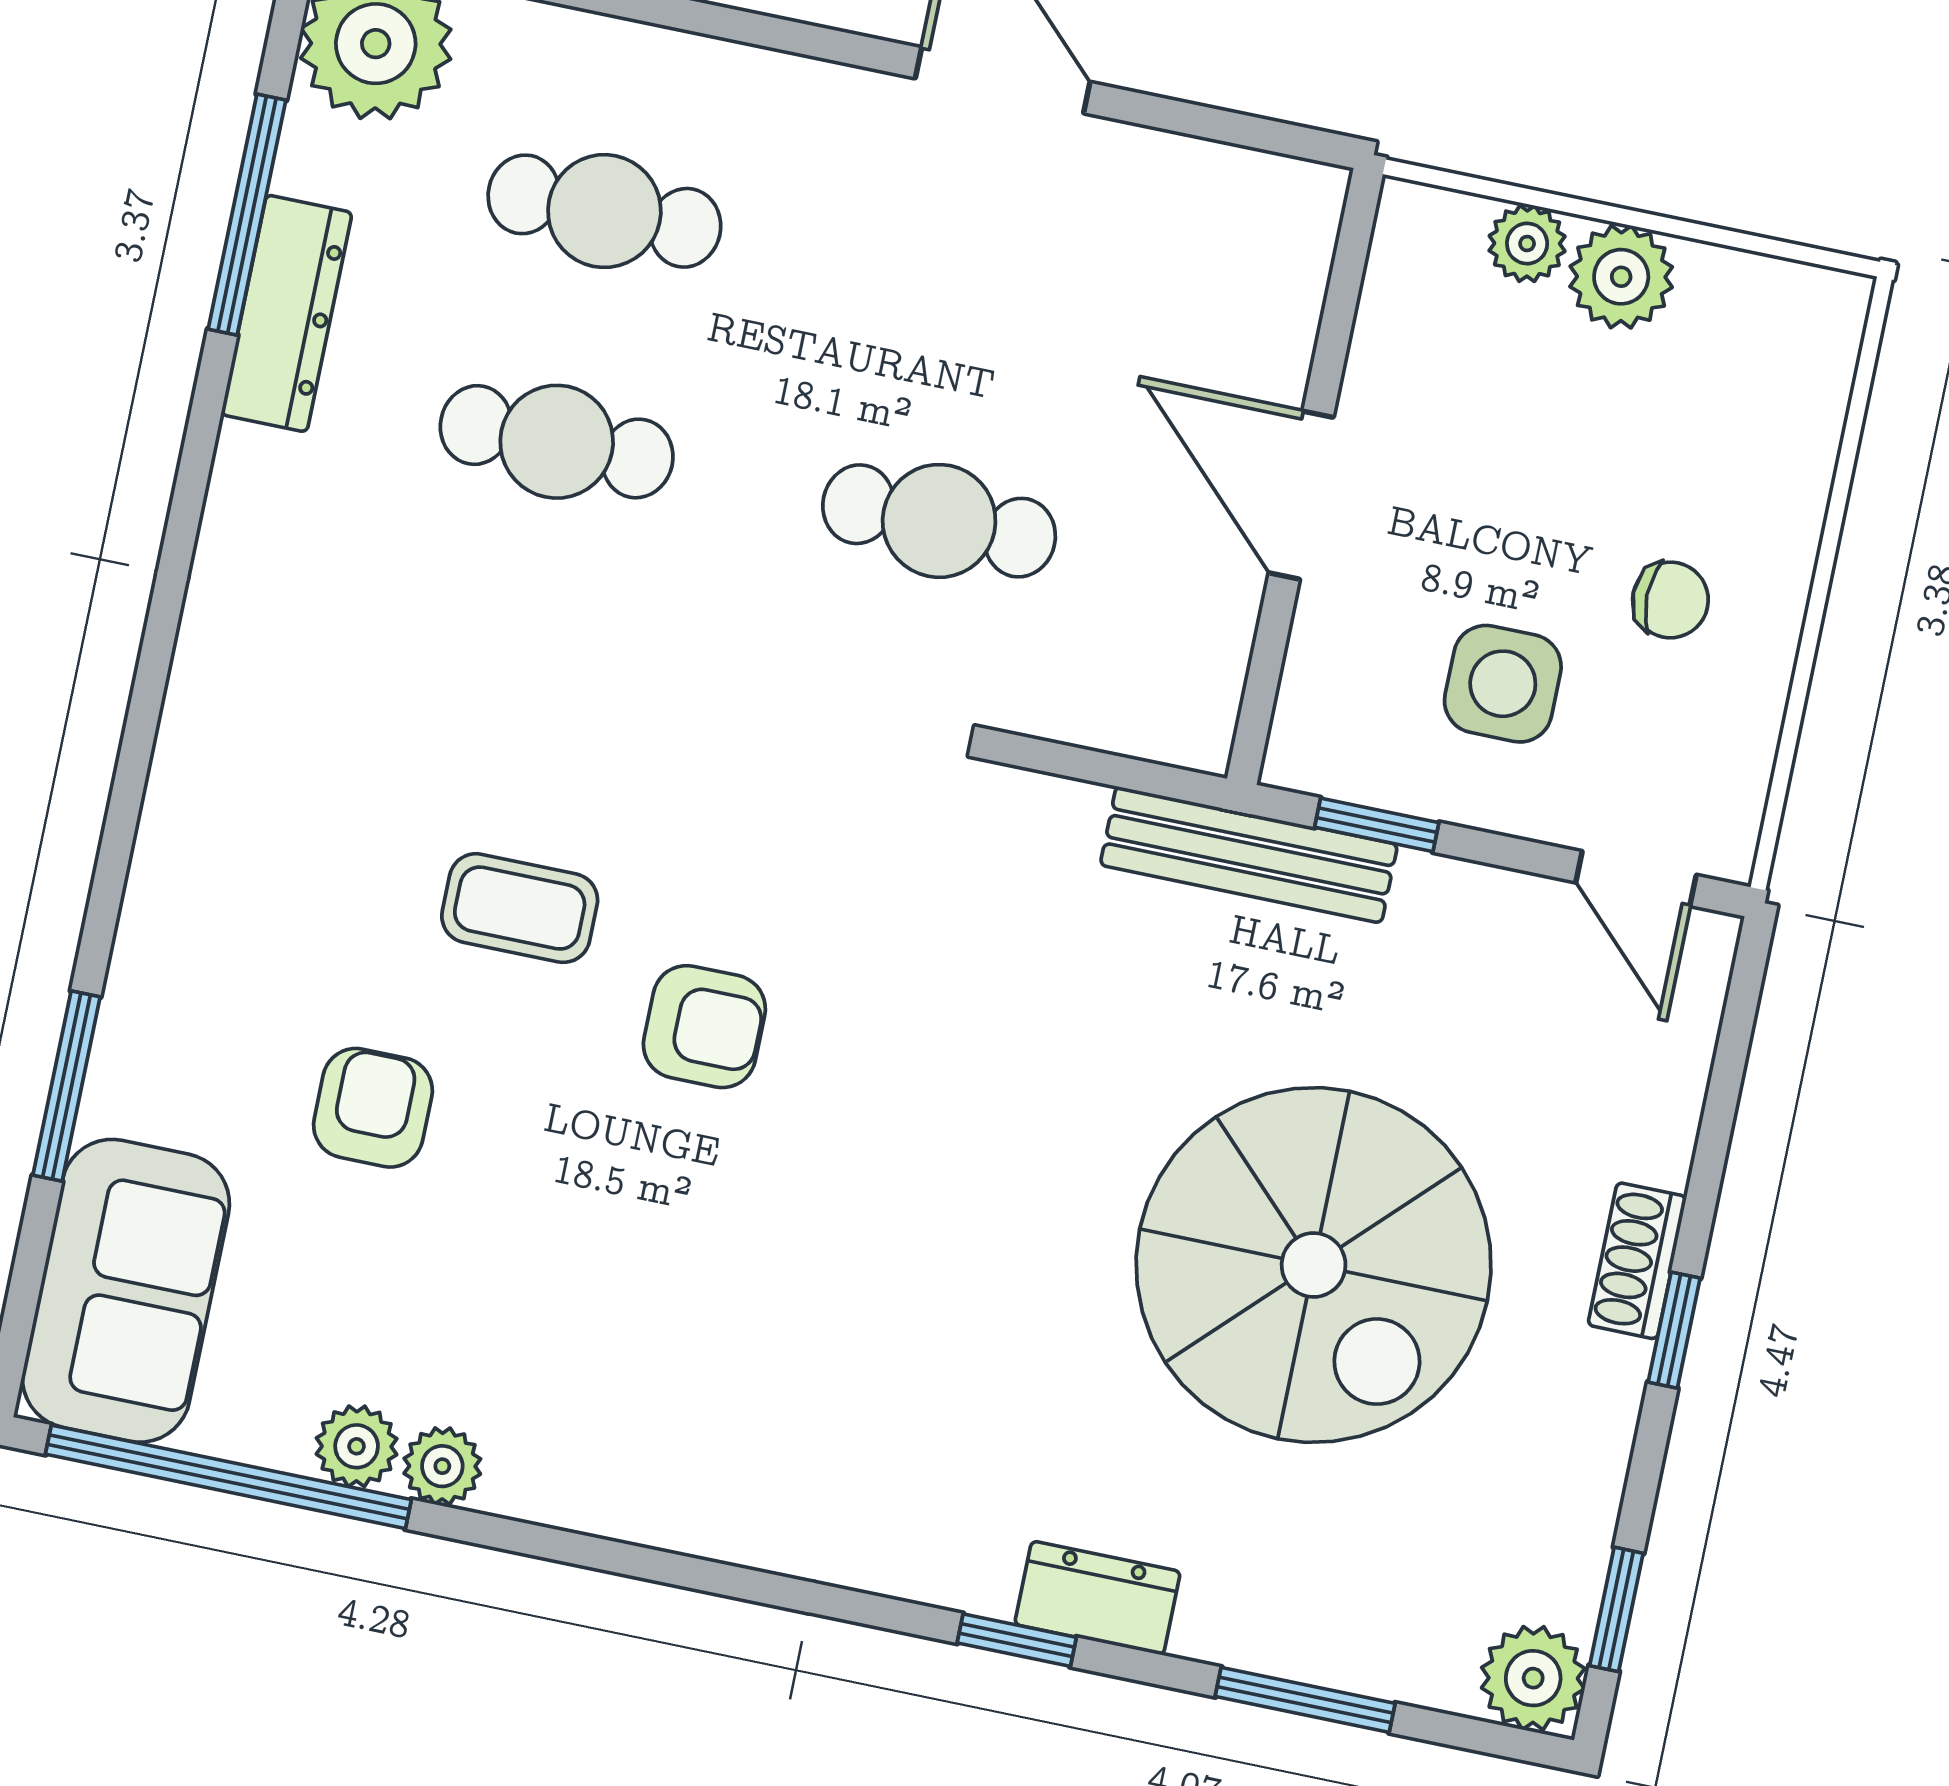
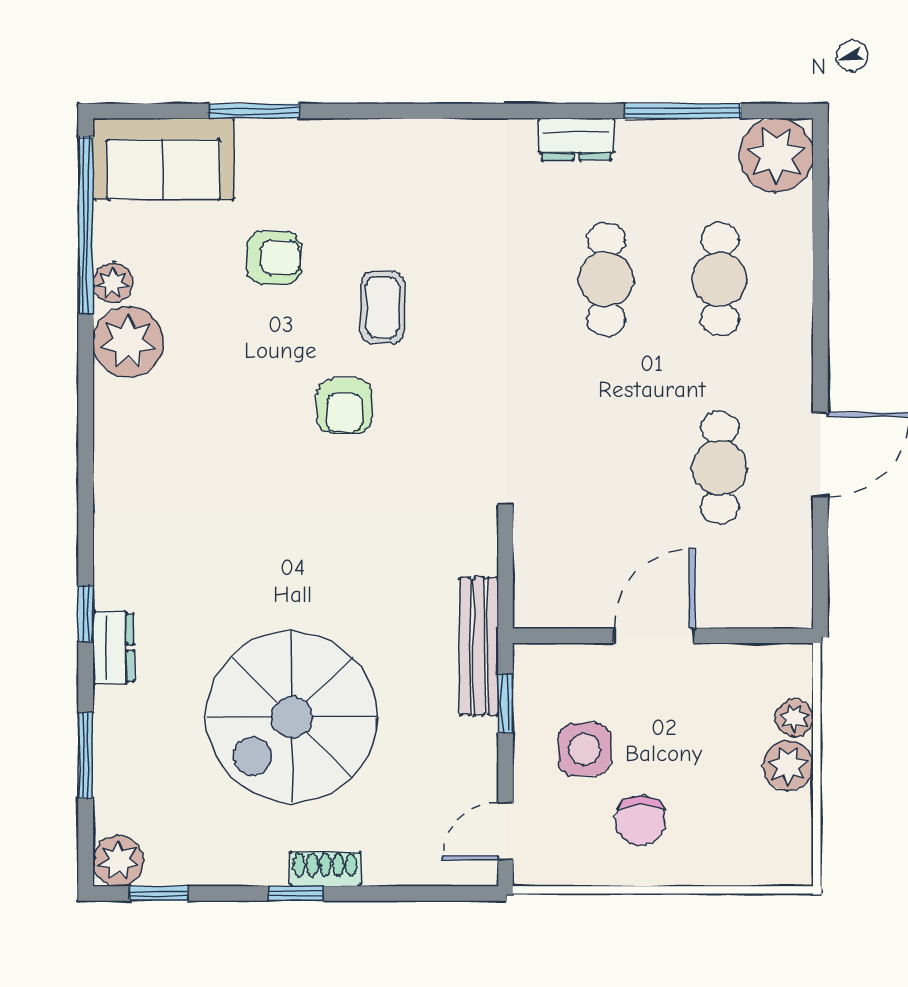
dresser: (287, 313) -> (576, 139), moved, width x0.70
cafe table: (939, 521) -> (720, 468), moved
chair: (1670, 600) -> (640, 820), width x1.37, depth x1.37
plant: (442, 1466) -> (128, 342), width x1.87, depth x1.87

